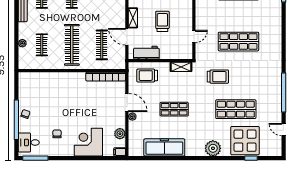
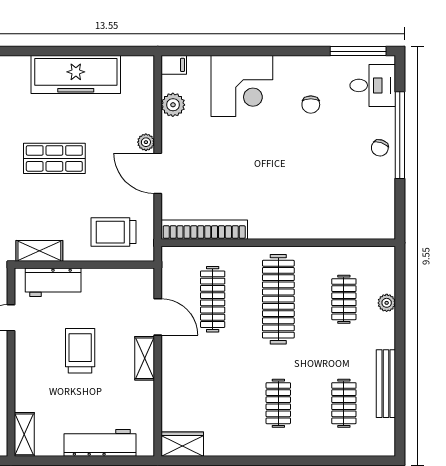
trolley: (162, 21) -> (80, 351), turned 180
workbench: (146, 53) -> (53, 282), moved
trolley: (147, 76) -> (113, 232), turned 180

